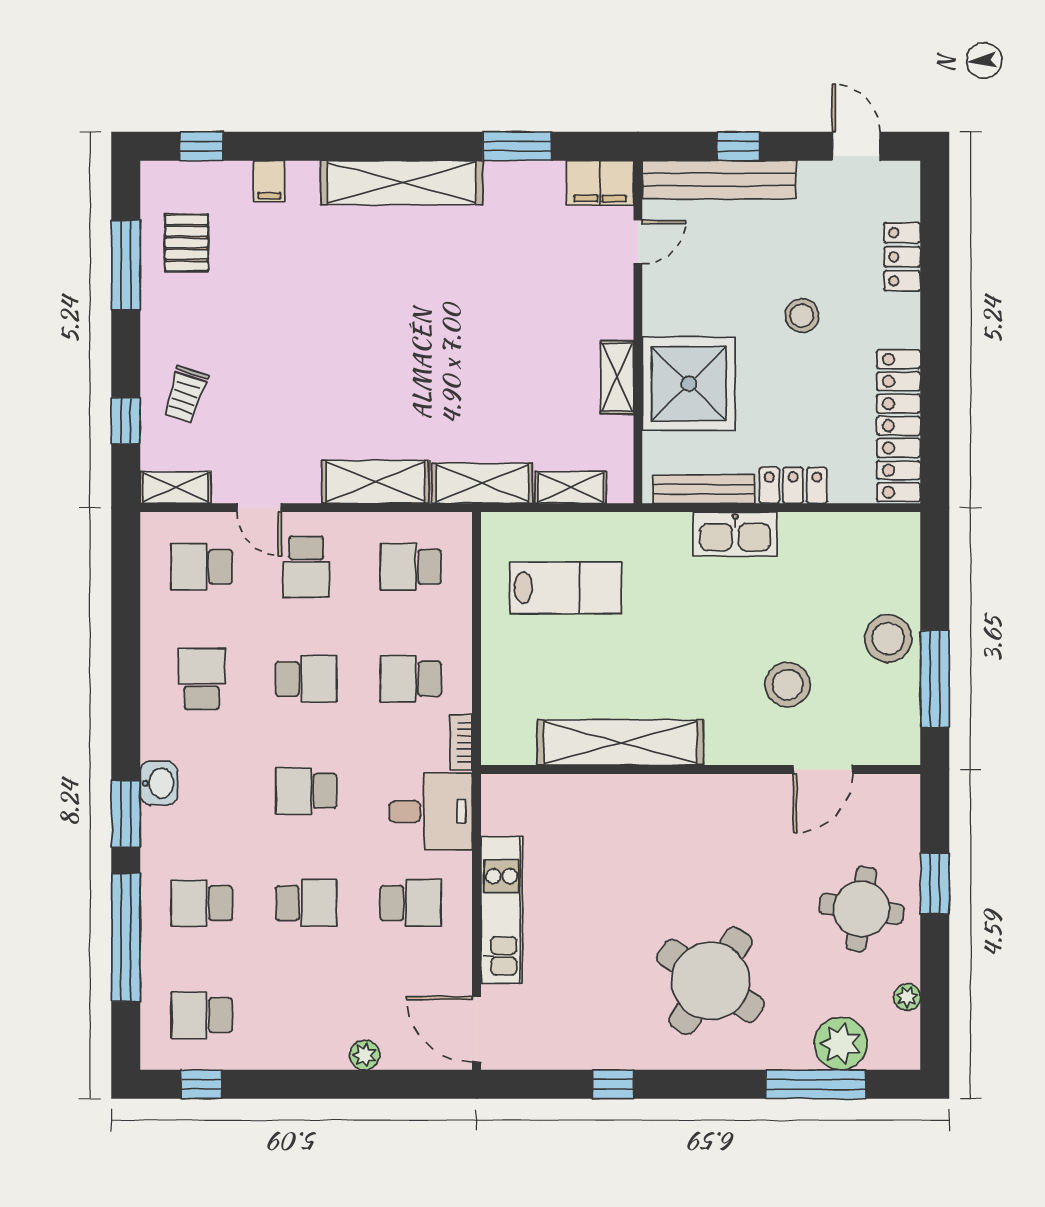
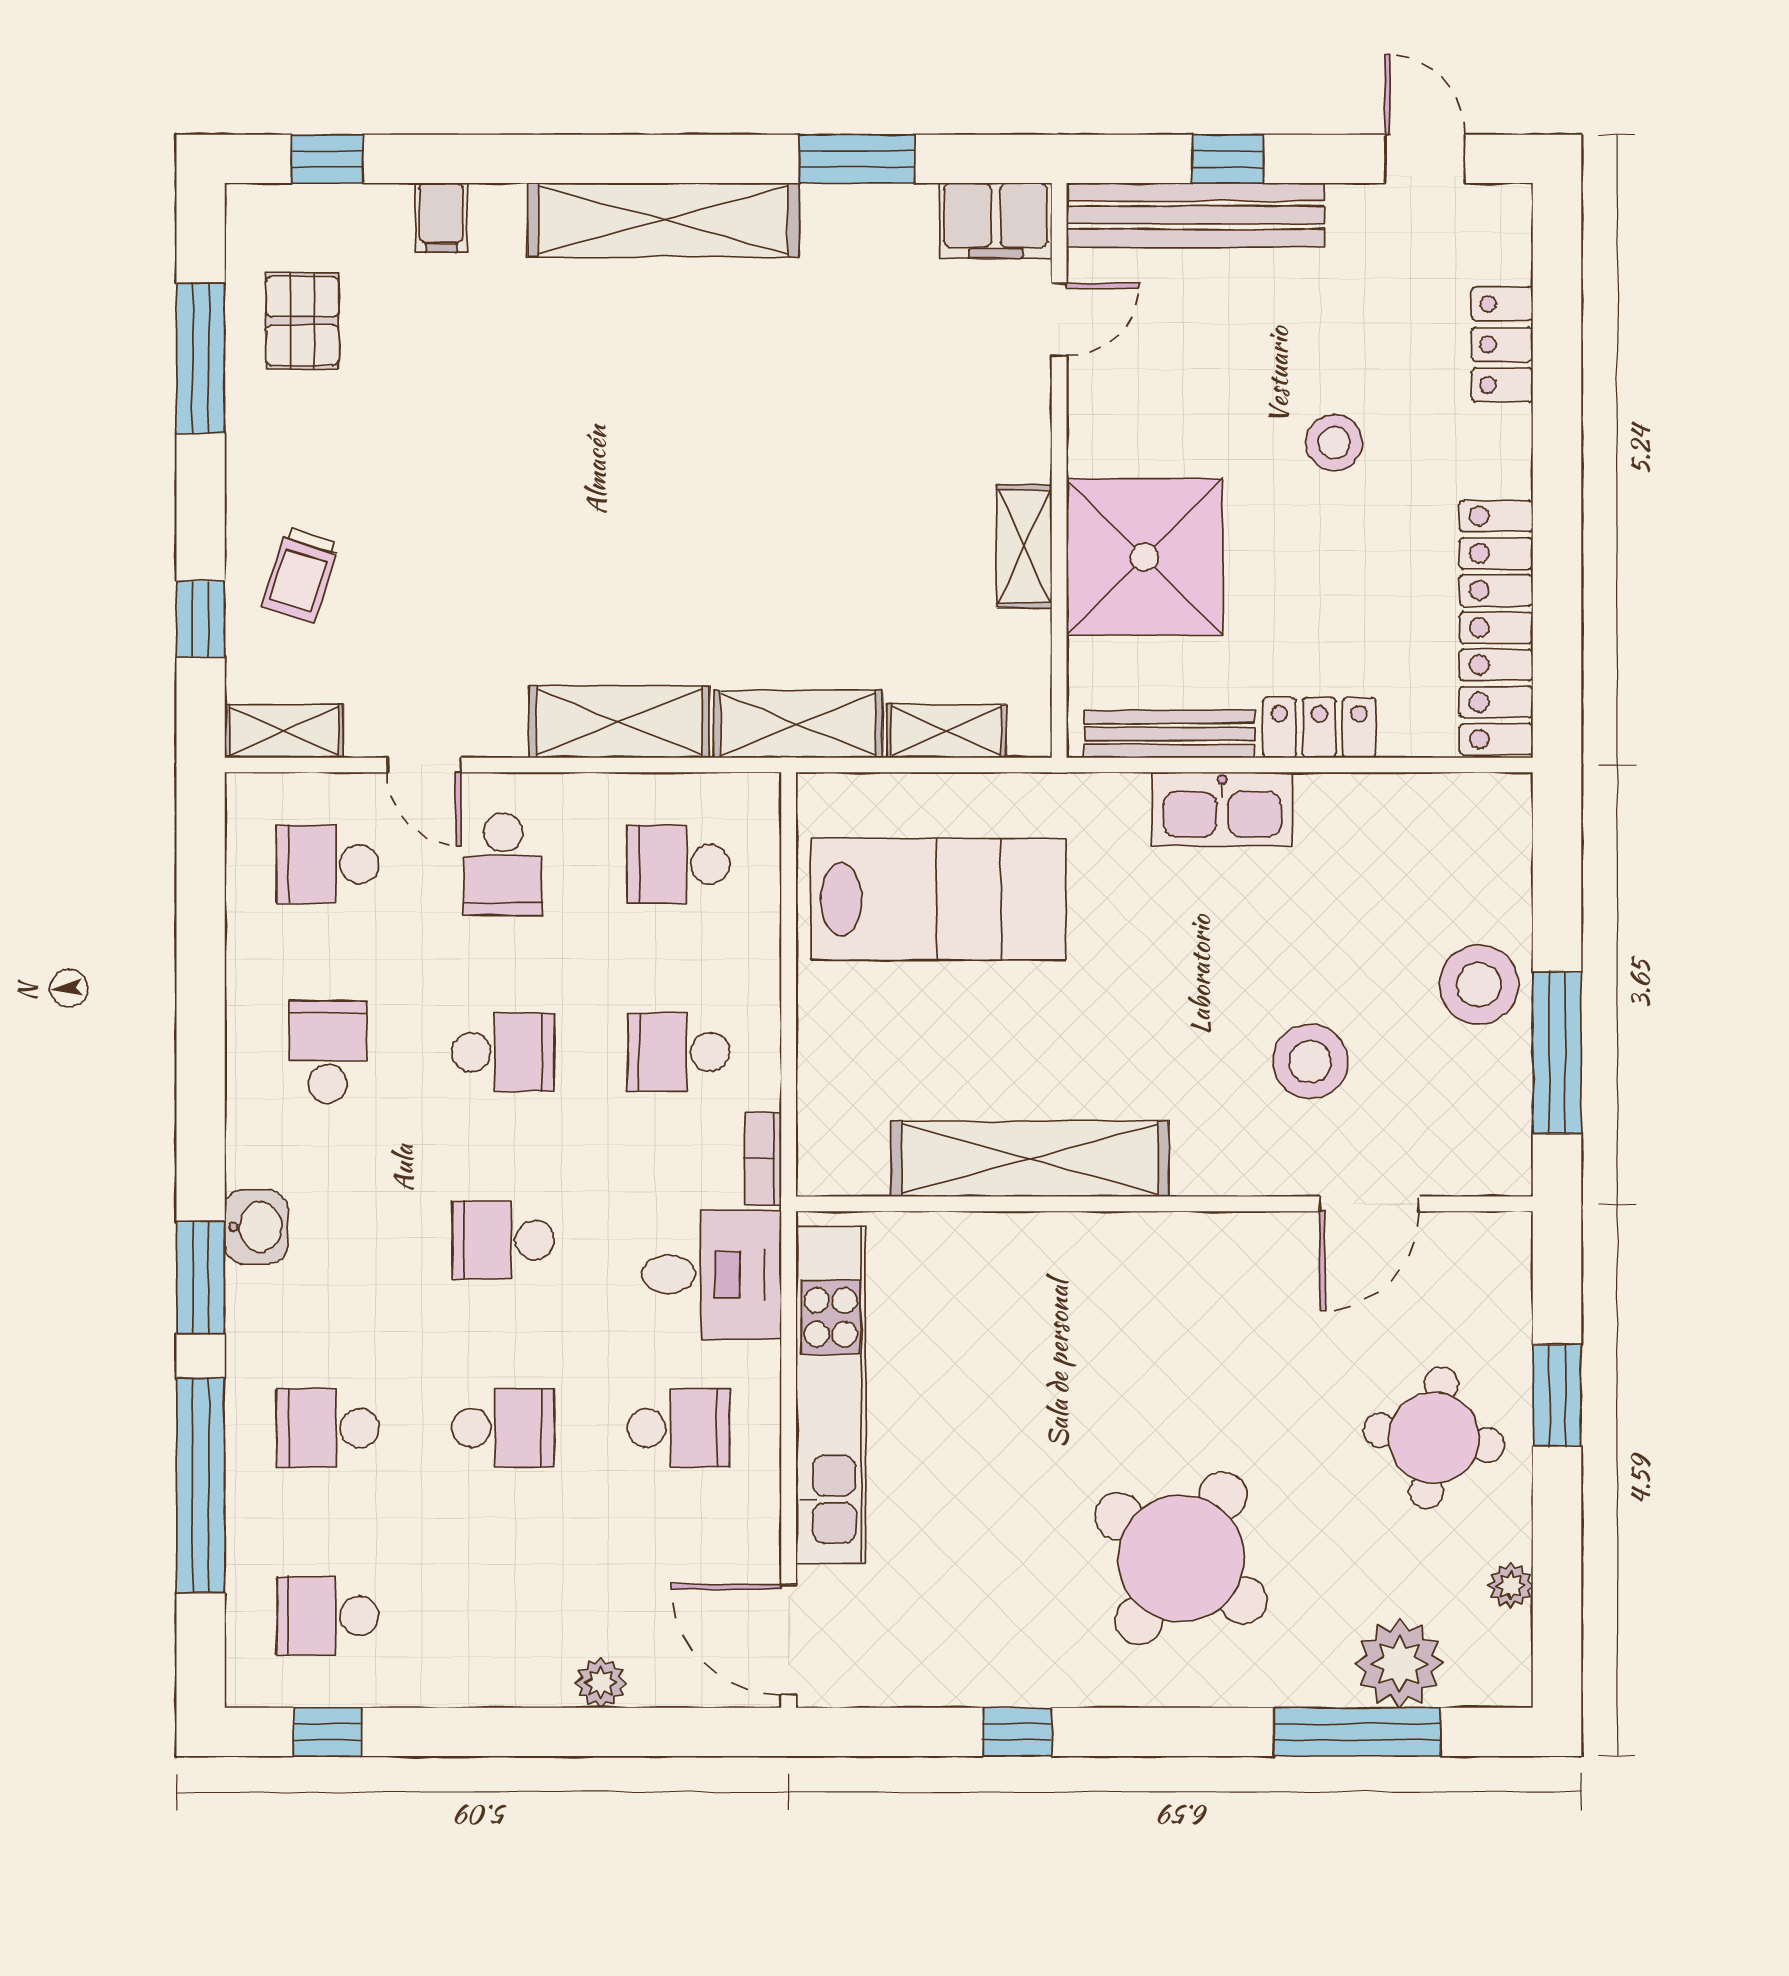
lab bench: (566, 588) -> (938, 899), width x1.36, depth x1.39
kitchen unit: (502, 910) -> (831, 1395), width x1.36

